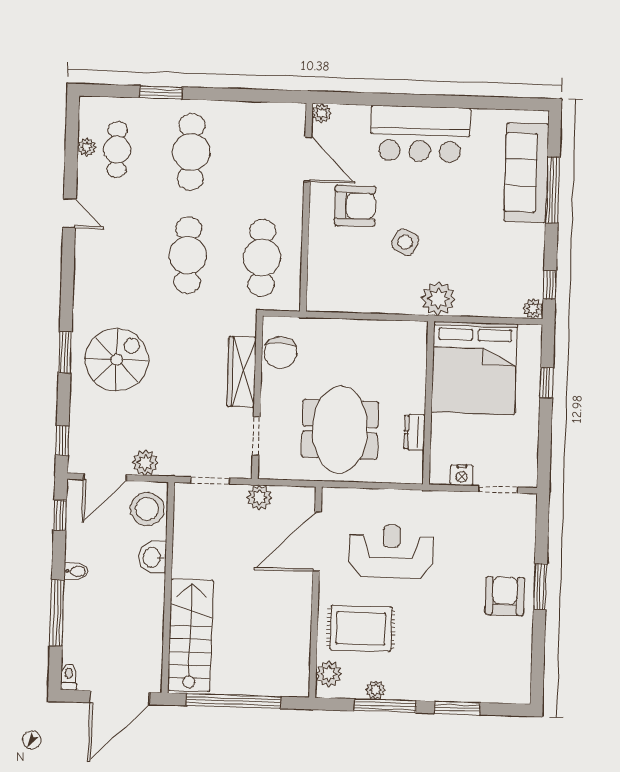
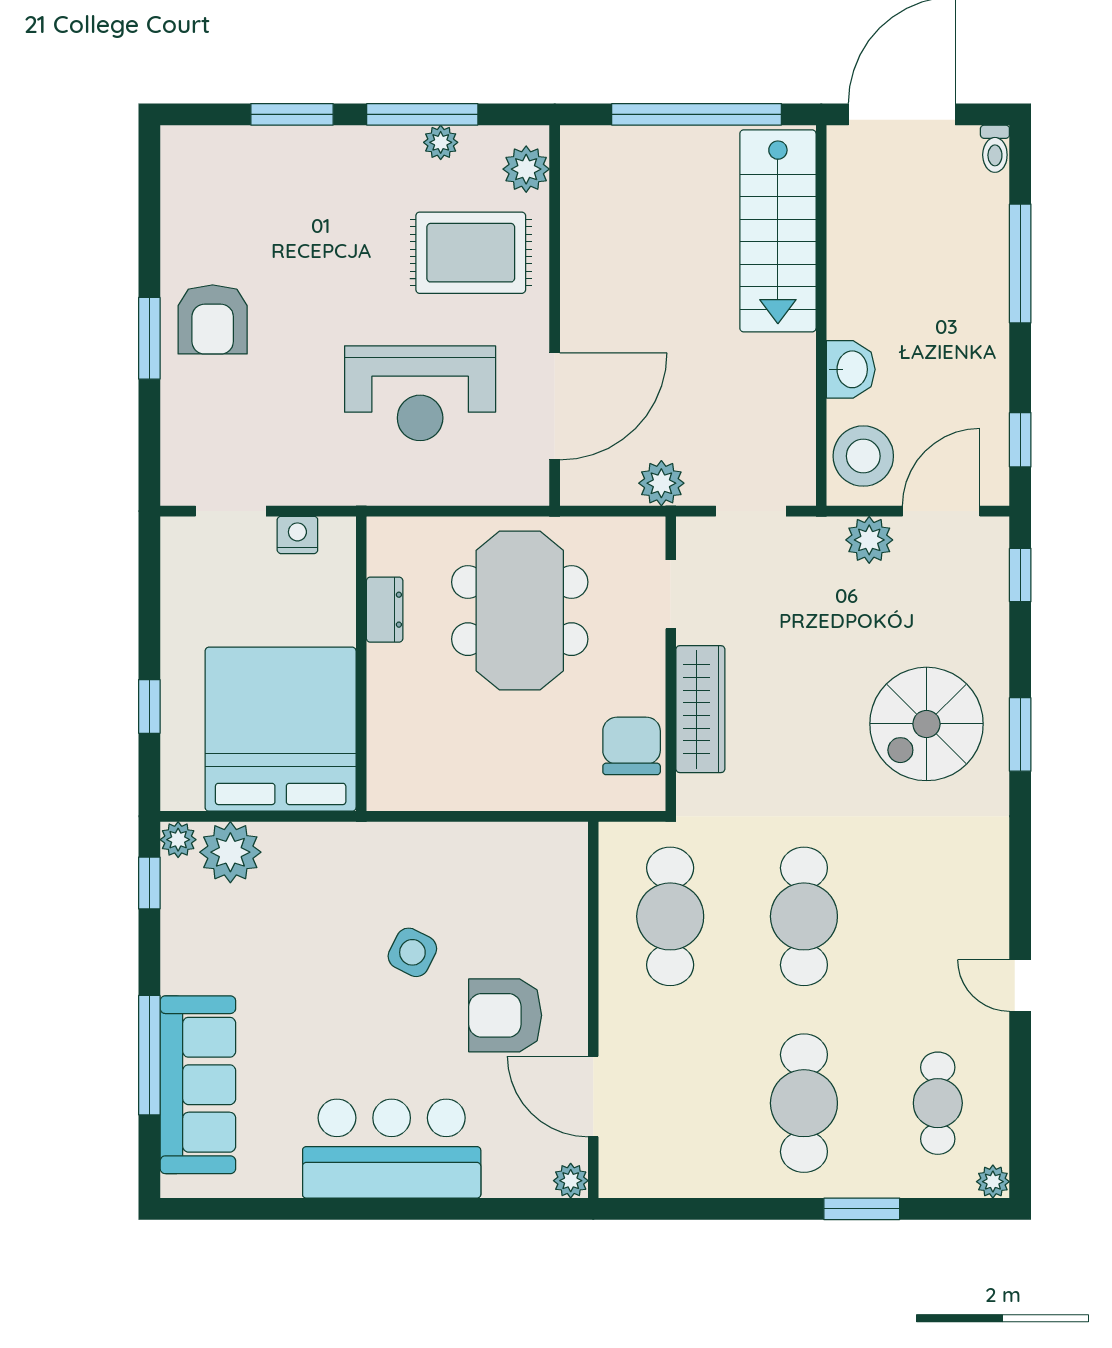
plant: (87, 147) -> (993, 1182), moved
plant: (438, 299) -> (230, 852), moved
bidet: (76, 571) -> (988, 340), removed

